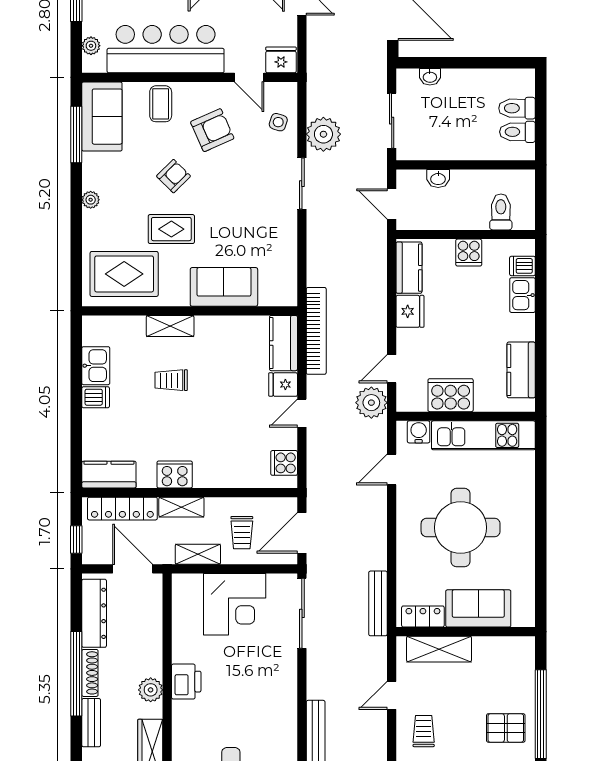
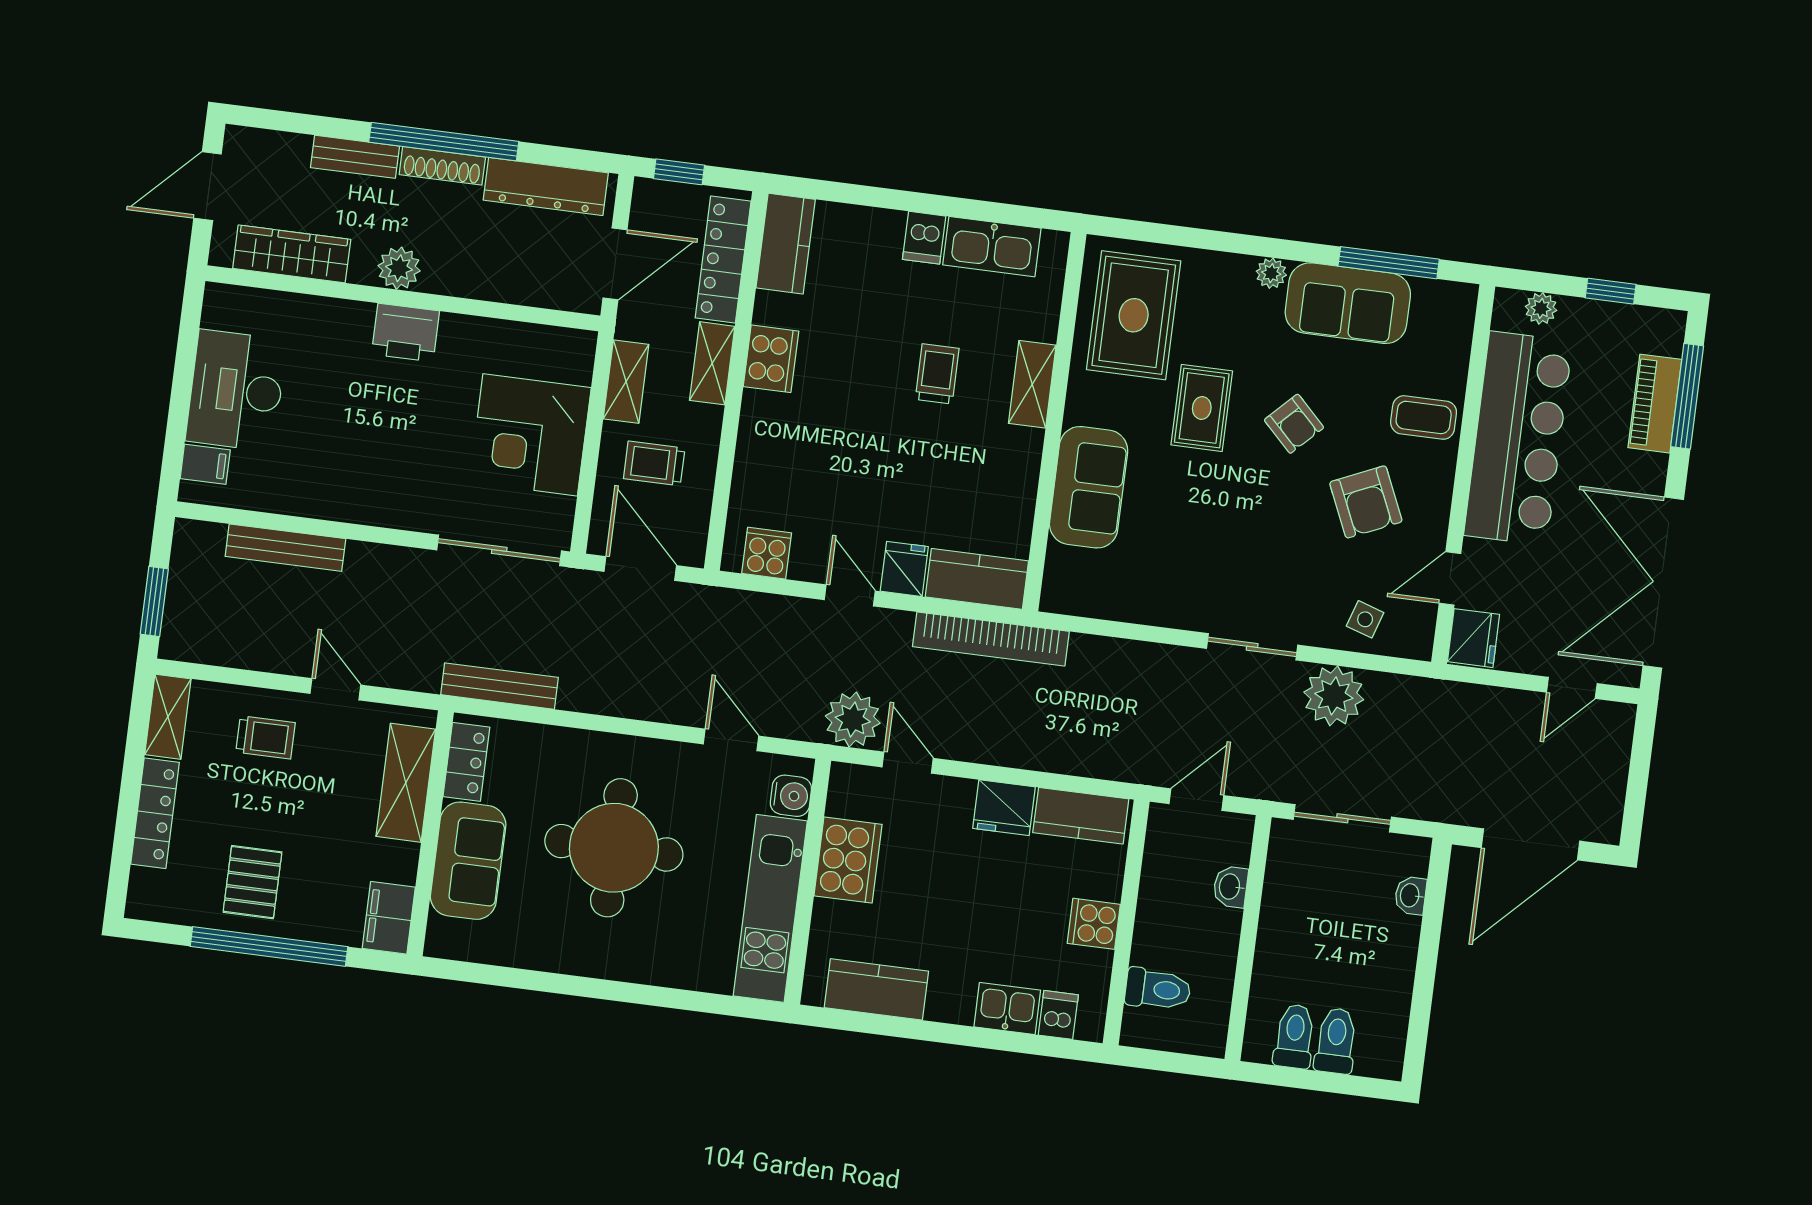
sofa: (102, 117) -> (1348, 303), moved
kitchen sink: (96, 366) -> (992, 247), width x1.38
filing cabinet: (516, 649) -> (389, 918), added

